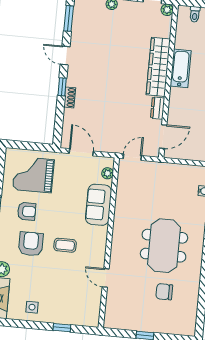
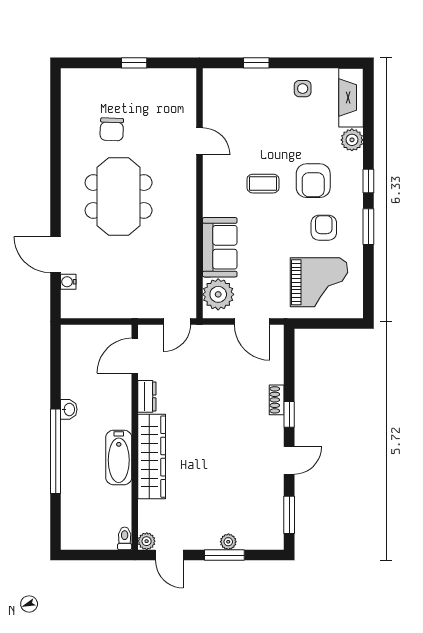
toilet: (195, 14) -> (125, 538), moved
door: (65, 56) -> (289, 460), hinge flipped
plant: (108, 173) -> (218, 294), width x1.87, depth x1.87
armchair: (27, 211) -> (324, 228), turned 90
chair: (164, 292) -> (112, 129), turned 92

